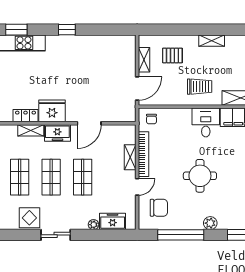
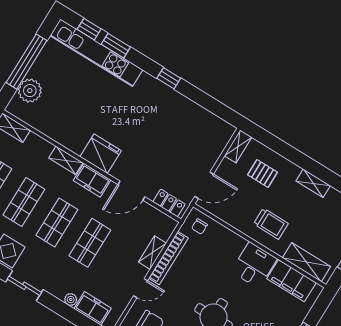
shelving: (144, 60) -> (238, 147), moved
locker: (26, 116) -> (169, 203), moved

